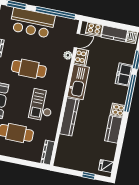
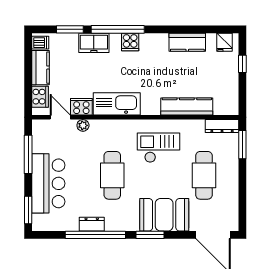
window: (55, 13) -> (28, 154), width x0.68
checkout: (42, 105) -> (159, 148), turned 180
cooker: (118, 110) -> (130, 42), moved
kitchen counter: (69, 117) -> (187, 106), moved
kitchen counter: (113, 129) -> (187, 42), moved
window: (32, 164) -> (242, 145), added

